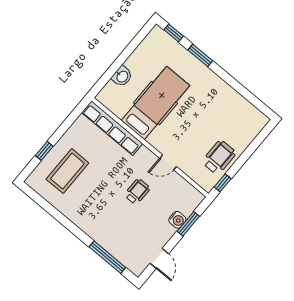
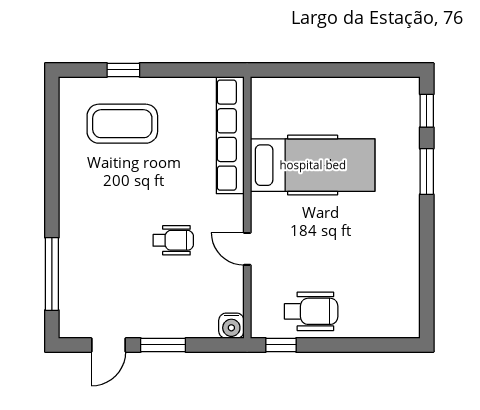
washbasin: (122, 76) -> (311, 90), removed
water cooler: (177, 220) -> (231, 326), moved
window: (188, 224) -> (163, 345), moved

